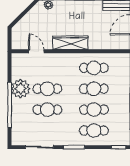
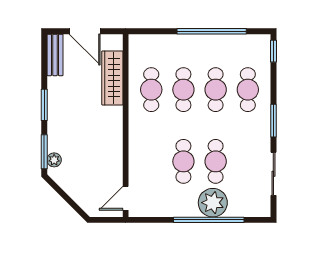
wardrobe: (70, 43) -> (112, 78), moved
door: (36, 51) -> (126, 198), moved
plant: (21, 89) -> (213, 203), moved

